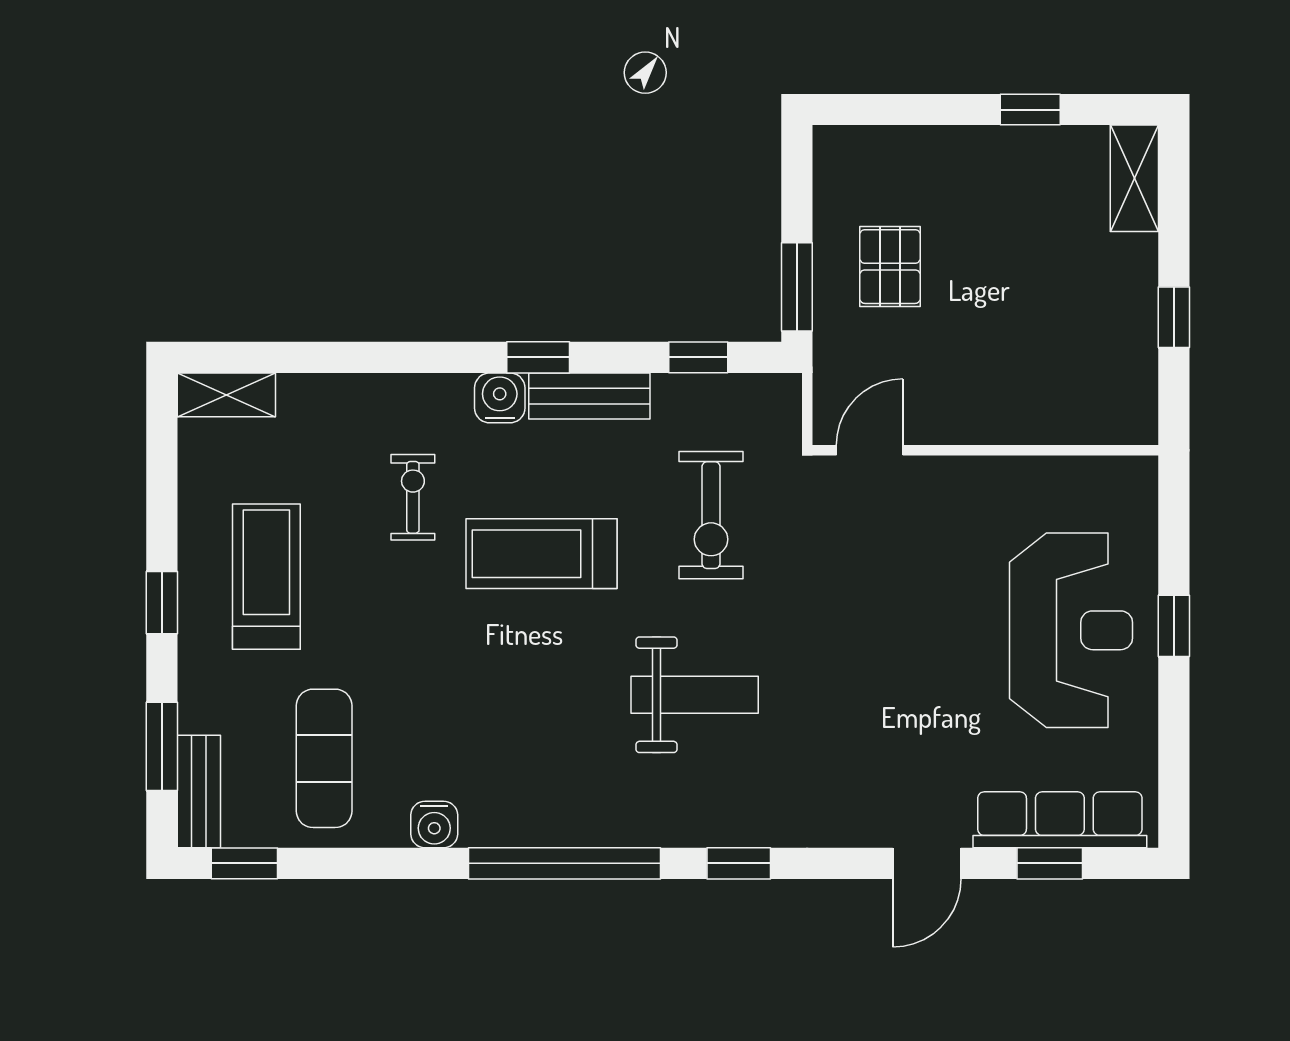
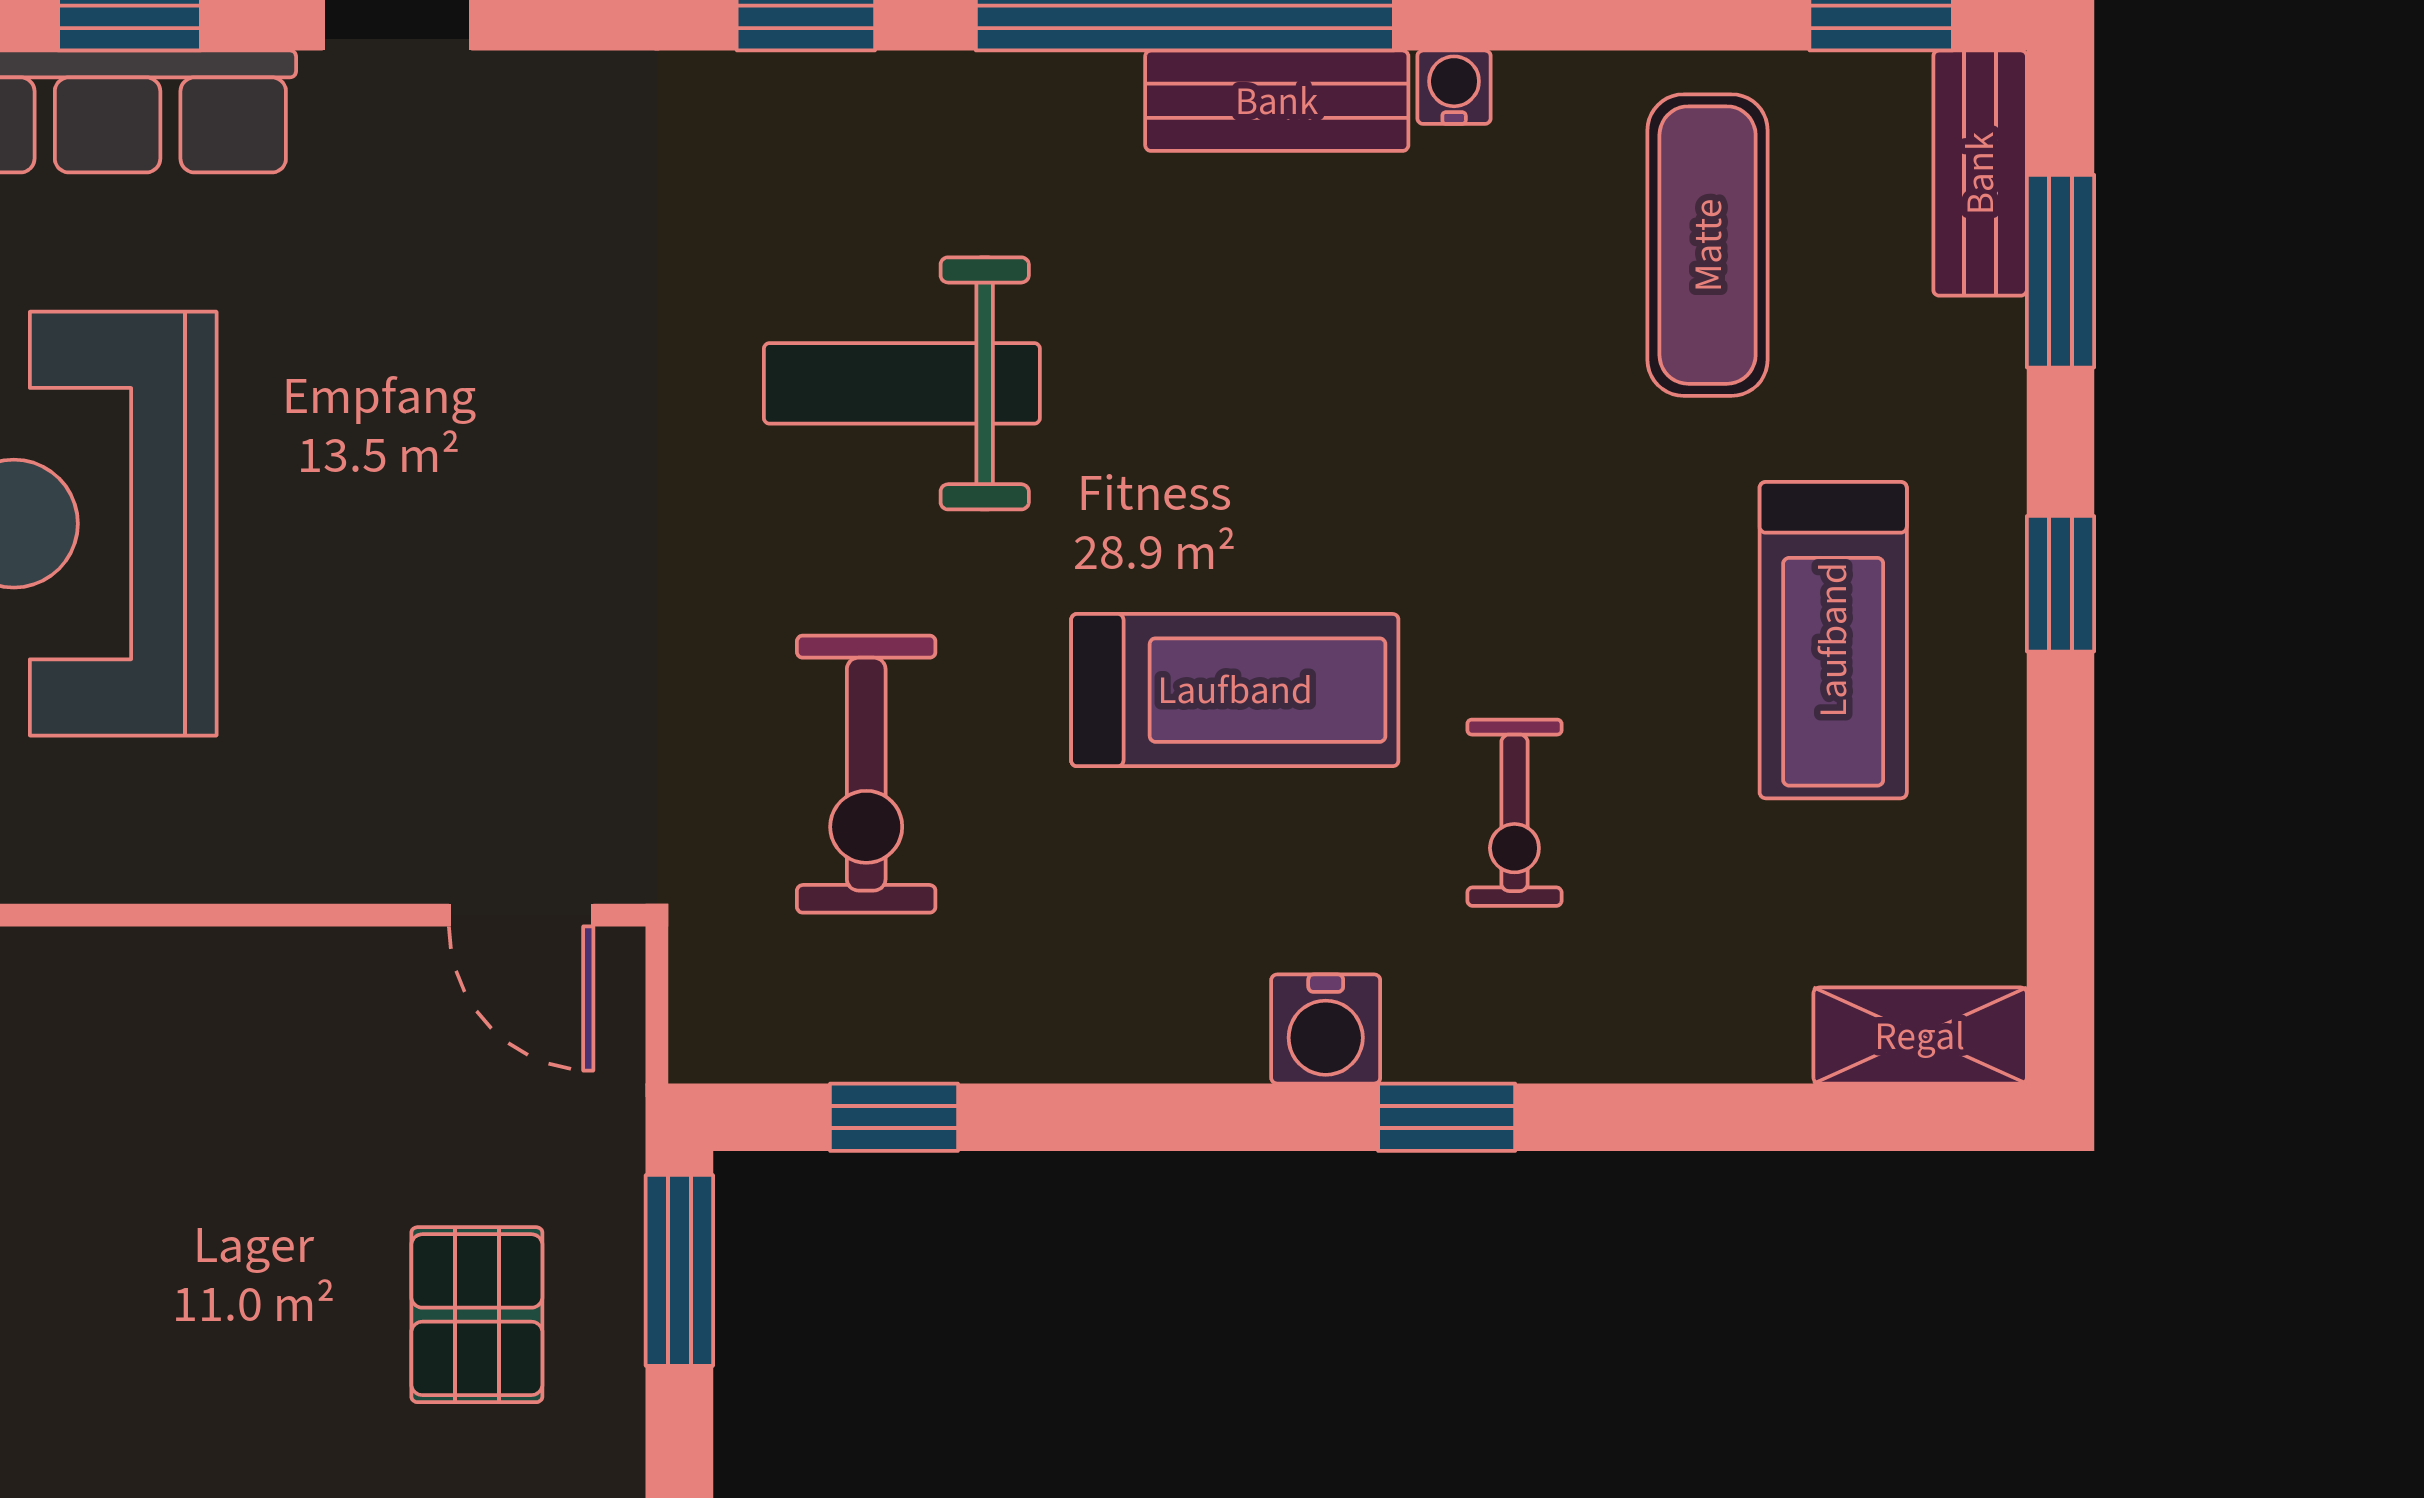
window: (538, 357) -> (1447, 1117), moved
bench: (589, 396) -> (1277, 101), moved
door: (870, 450) -> (521, 915), hinge flipped
exercise bike: (711, 515) -> (866, 774), turned 180
water cooler: (434, 824) -> (1454, 87), width x0.72, depth x0.72

